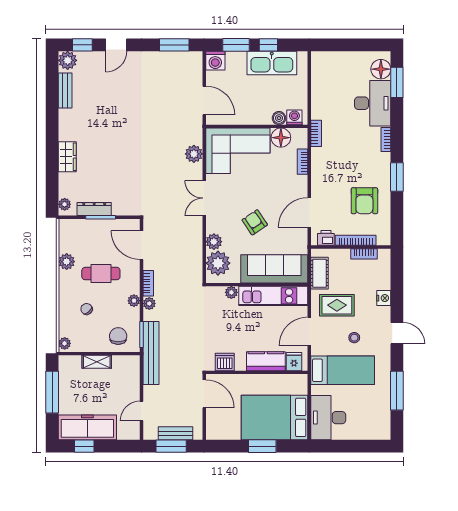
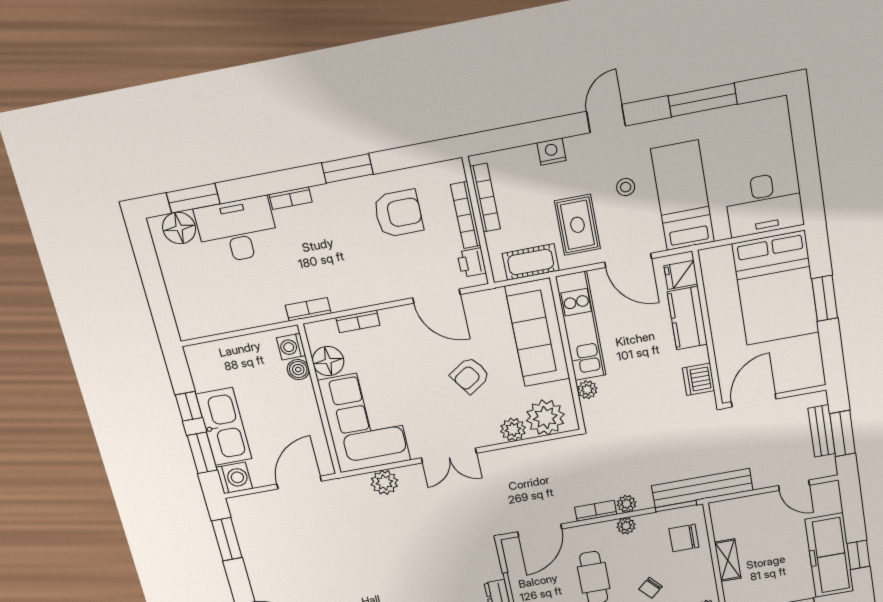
kitchen sink: (272, 63) -> (224, 427), moved
bookcase: (364, 254) -> (485, 198), width x1.56

